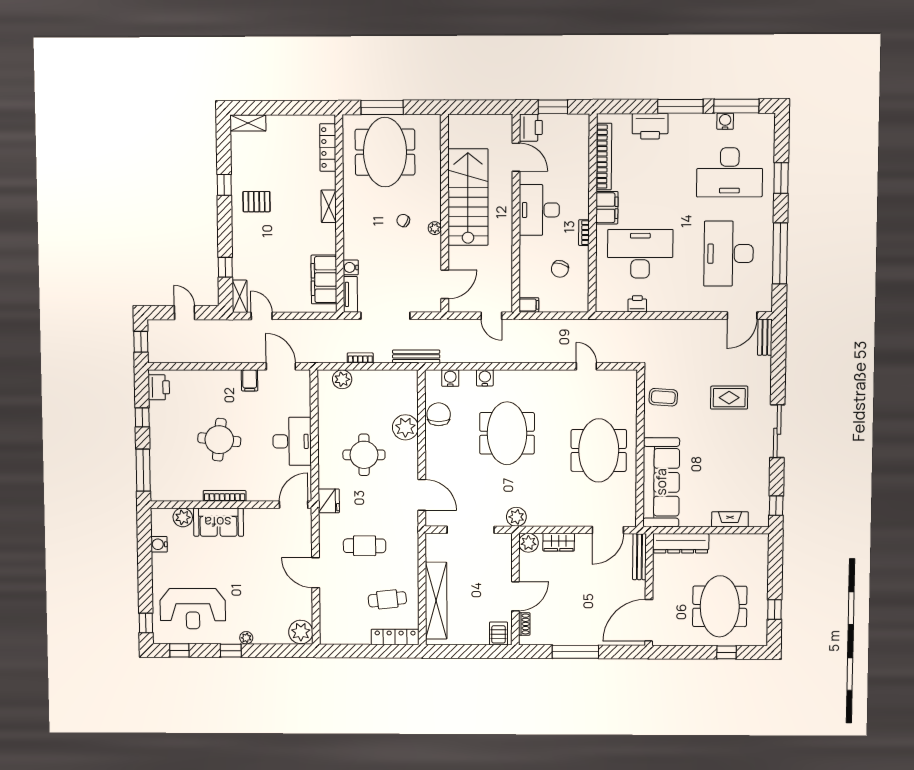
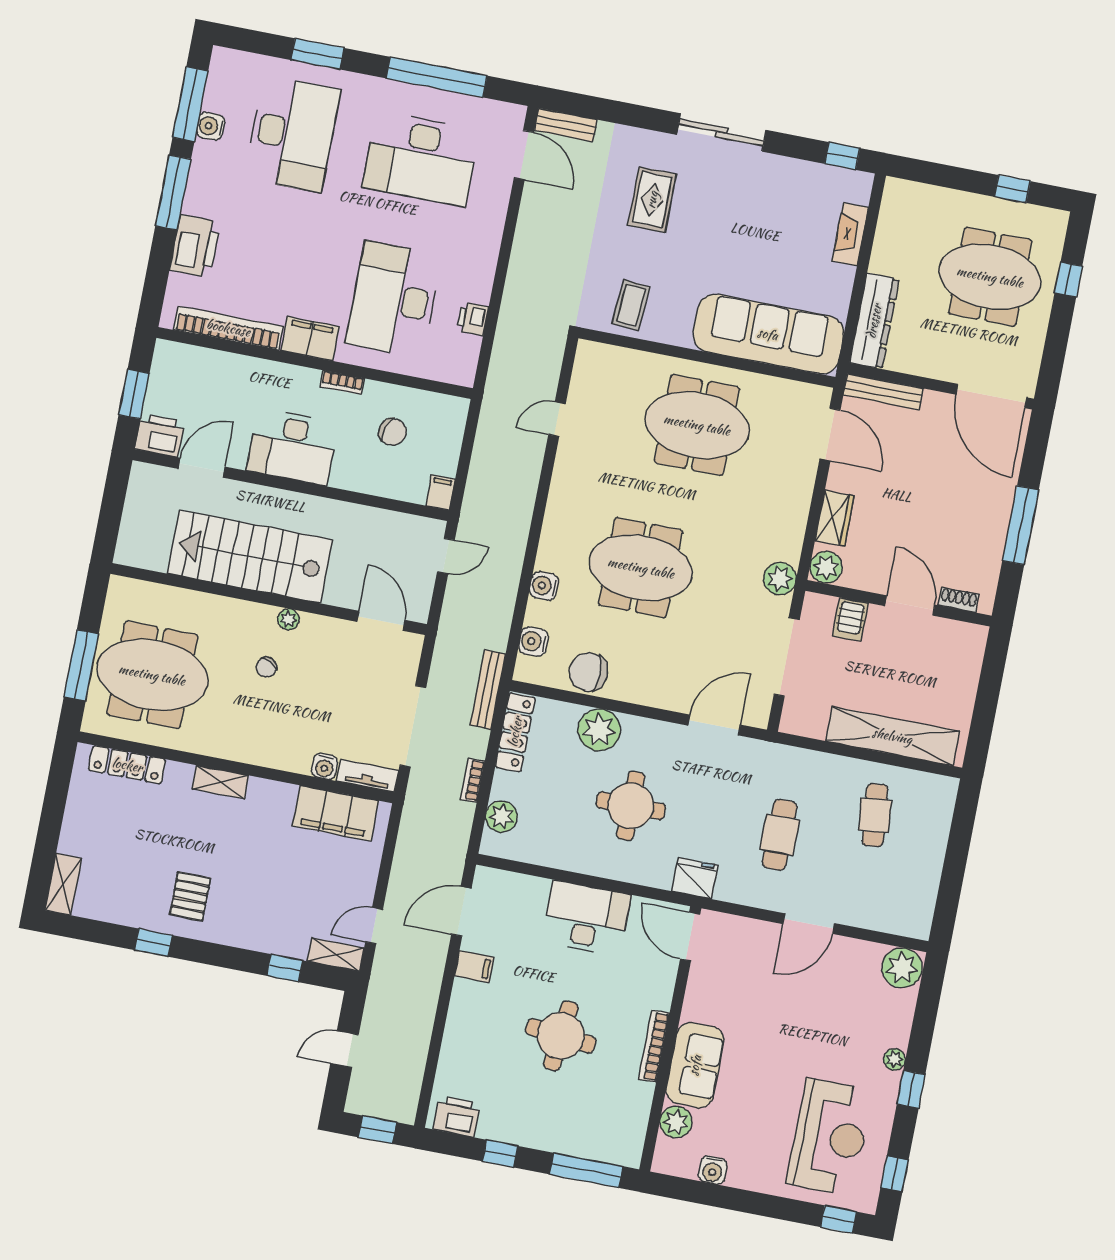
server rack: (499, 633) -> (850, 619), moved, turned -90
locker: (395, 637) -> (515, 732), moved, turned 180

